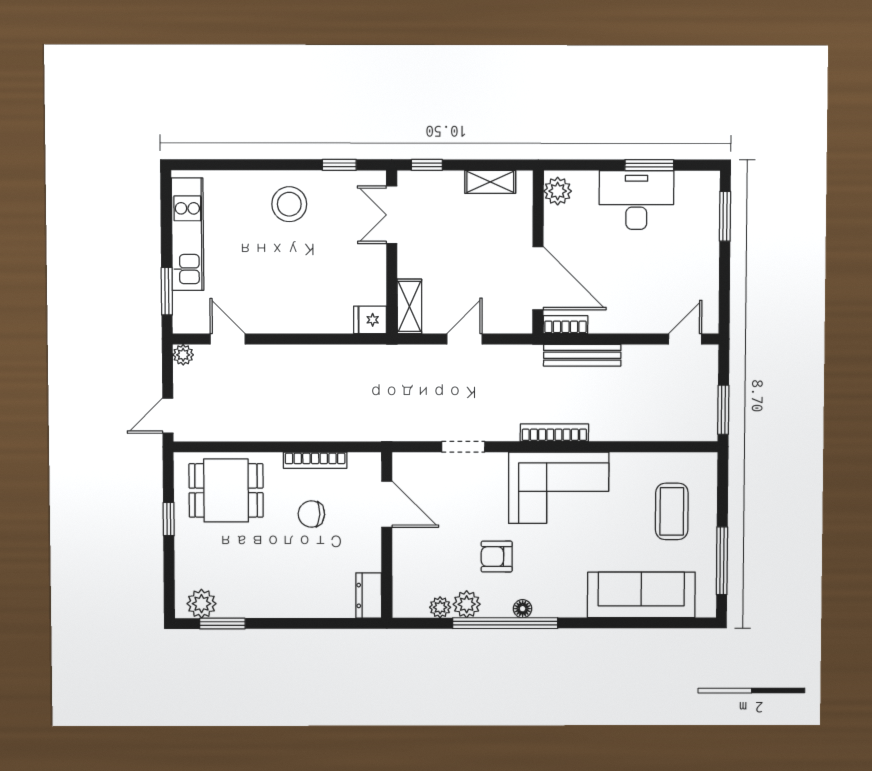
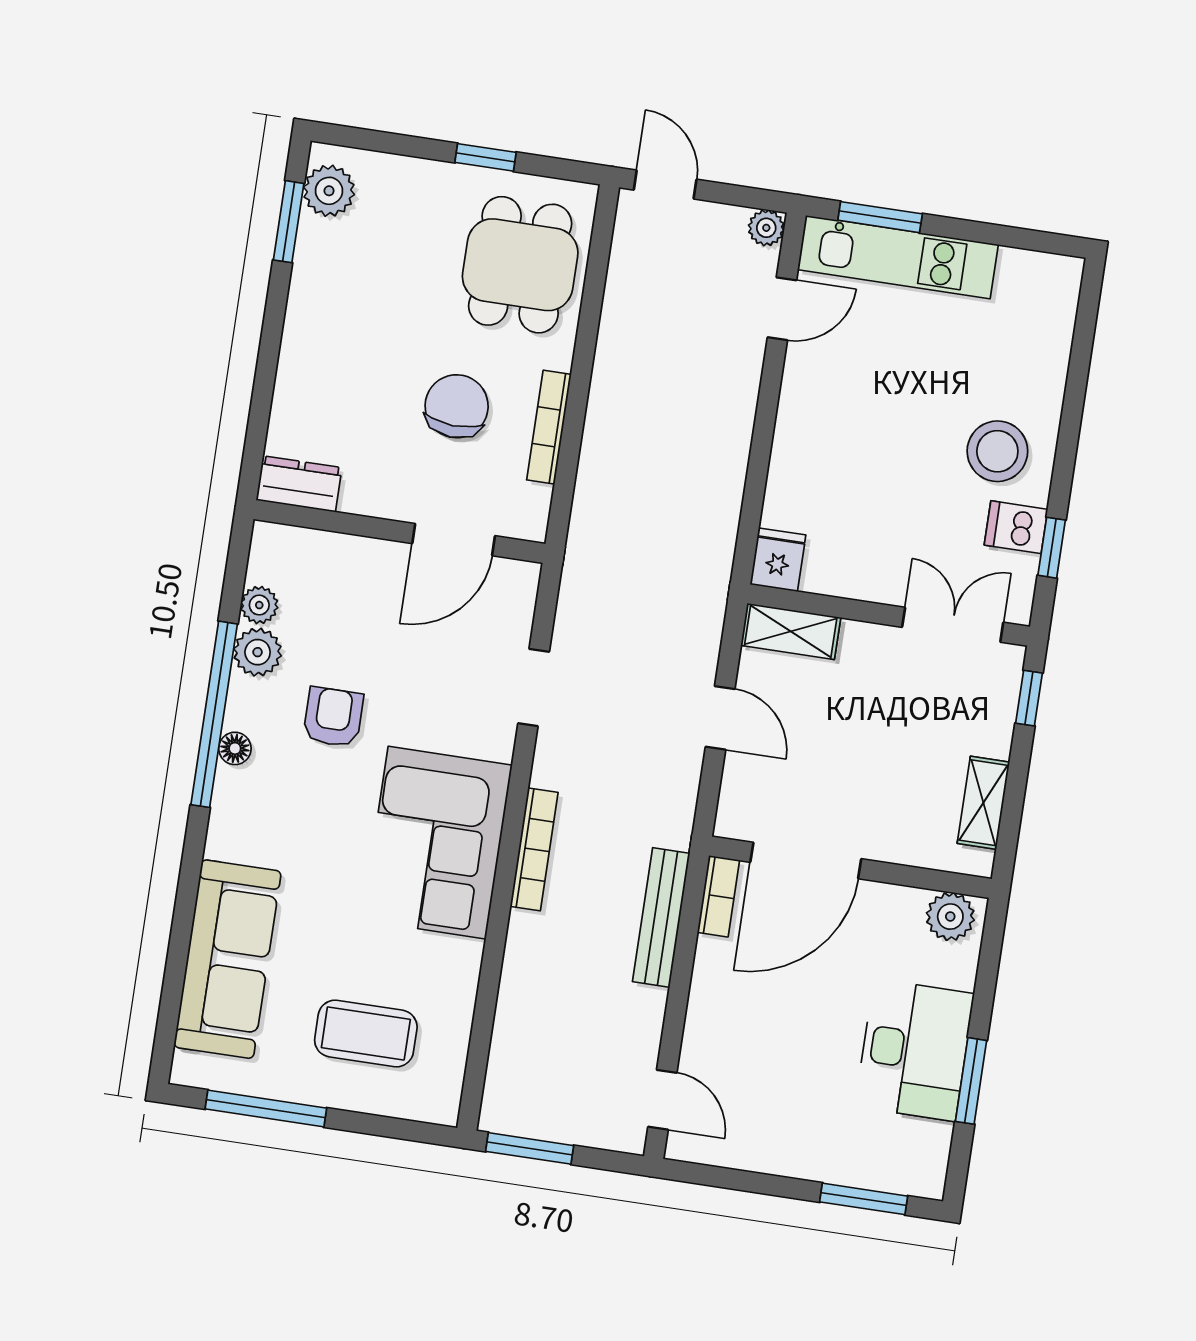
dishwasher: (331, 187) -> (1016, 527), added
kitchen unit: (188, 234) -> (898, 257), moved
chair: (311, 514) -> (457, 406), width x1.37, depth x1.37

